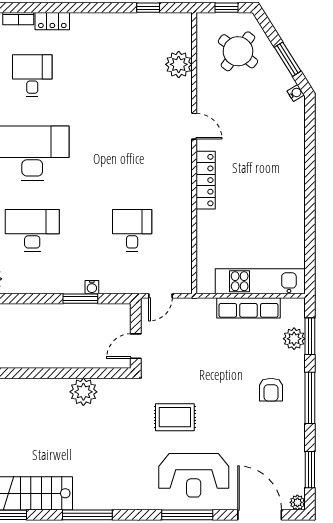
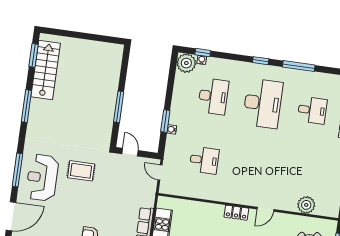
locker: (206, 180) -> (236, 213), width x0.66
window: (69, 373) -> (119, 107), added
plant: (83, 392) -> (105, 115), removed
rug: (175, 417) -> (81, 171), turned 90

